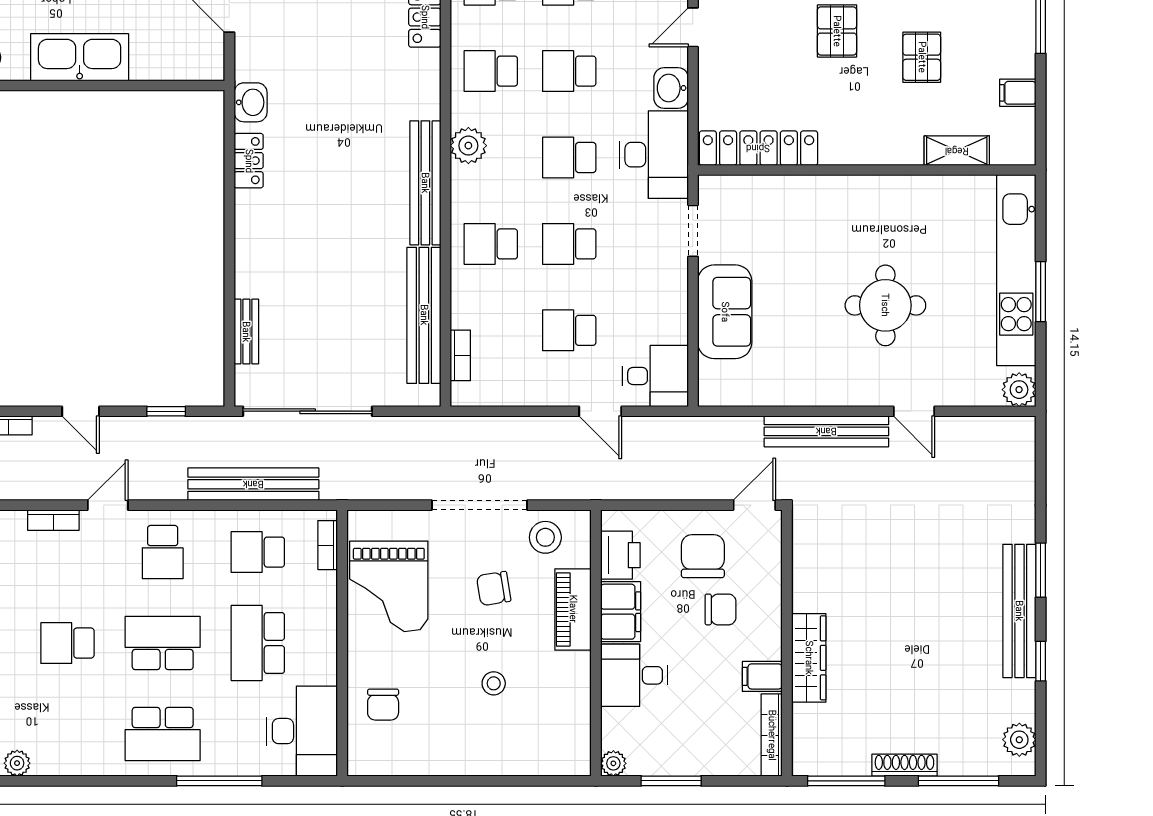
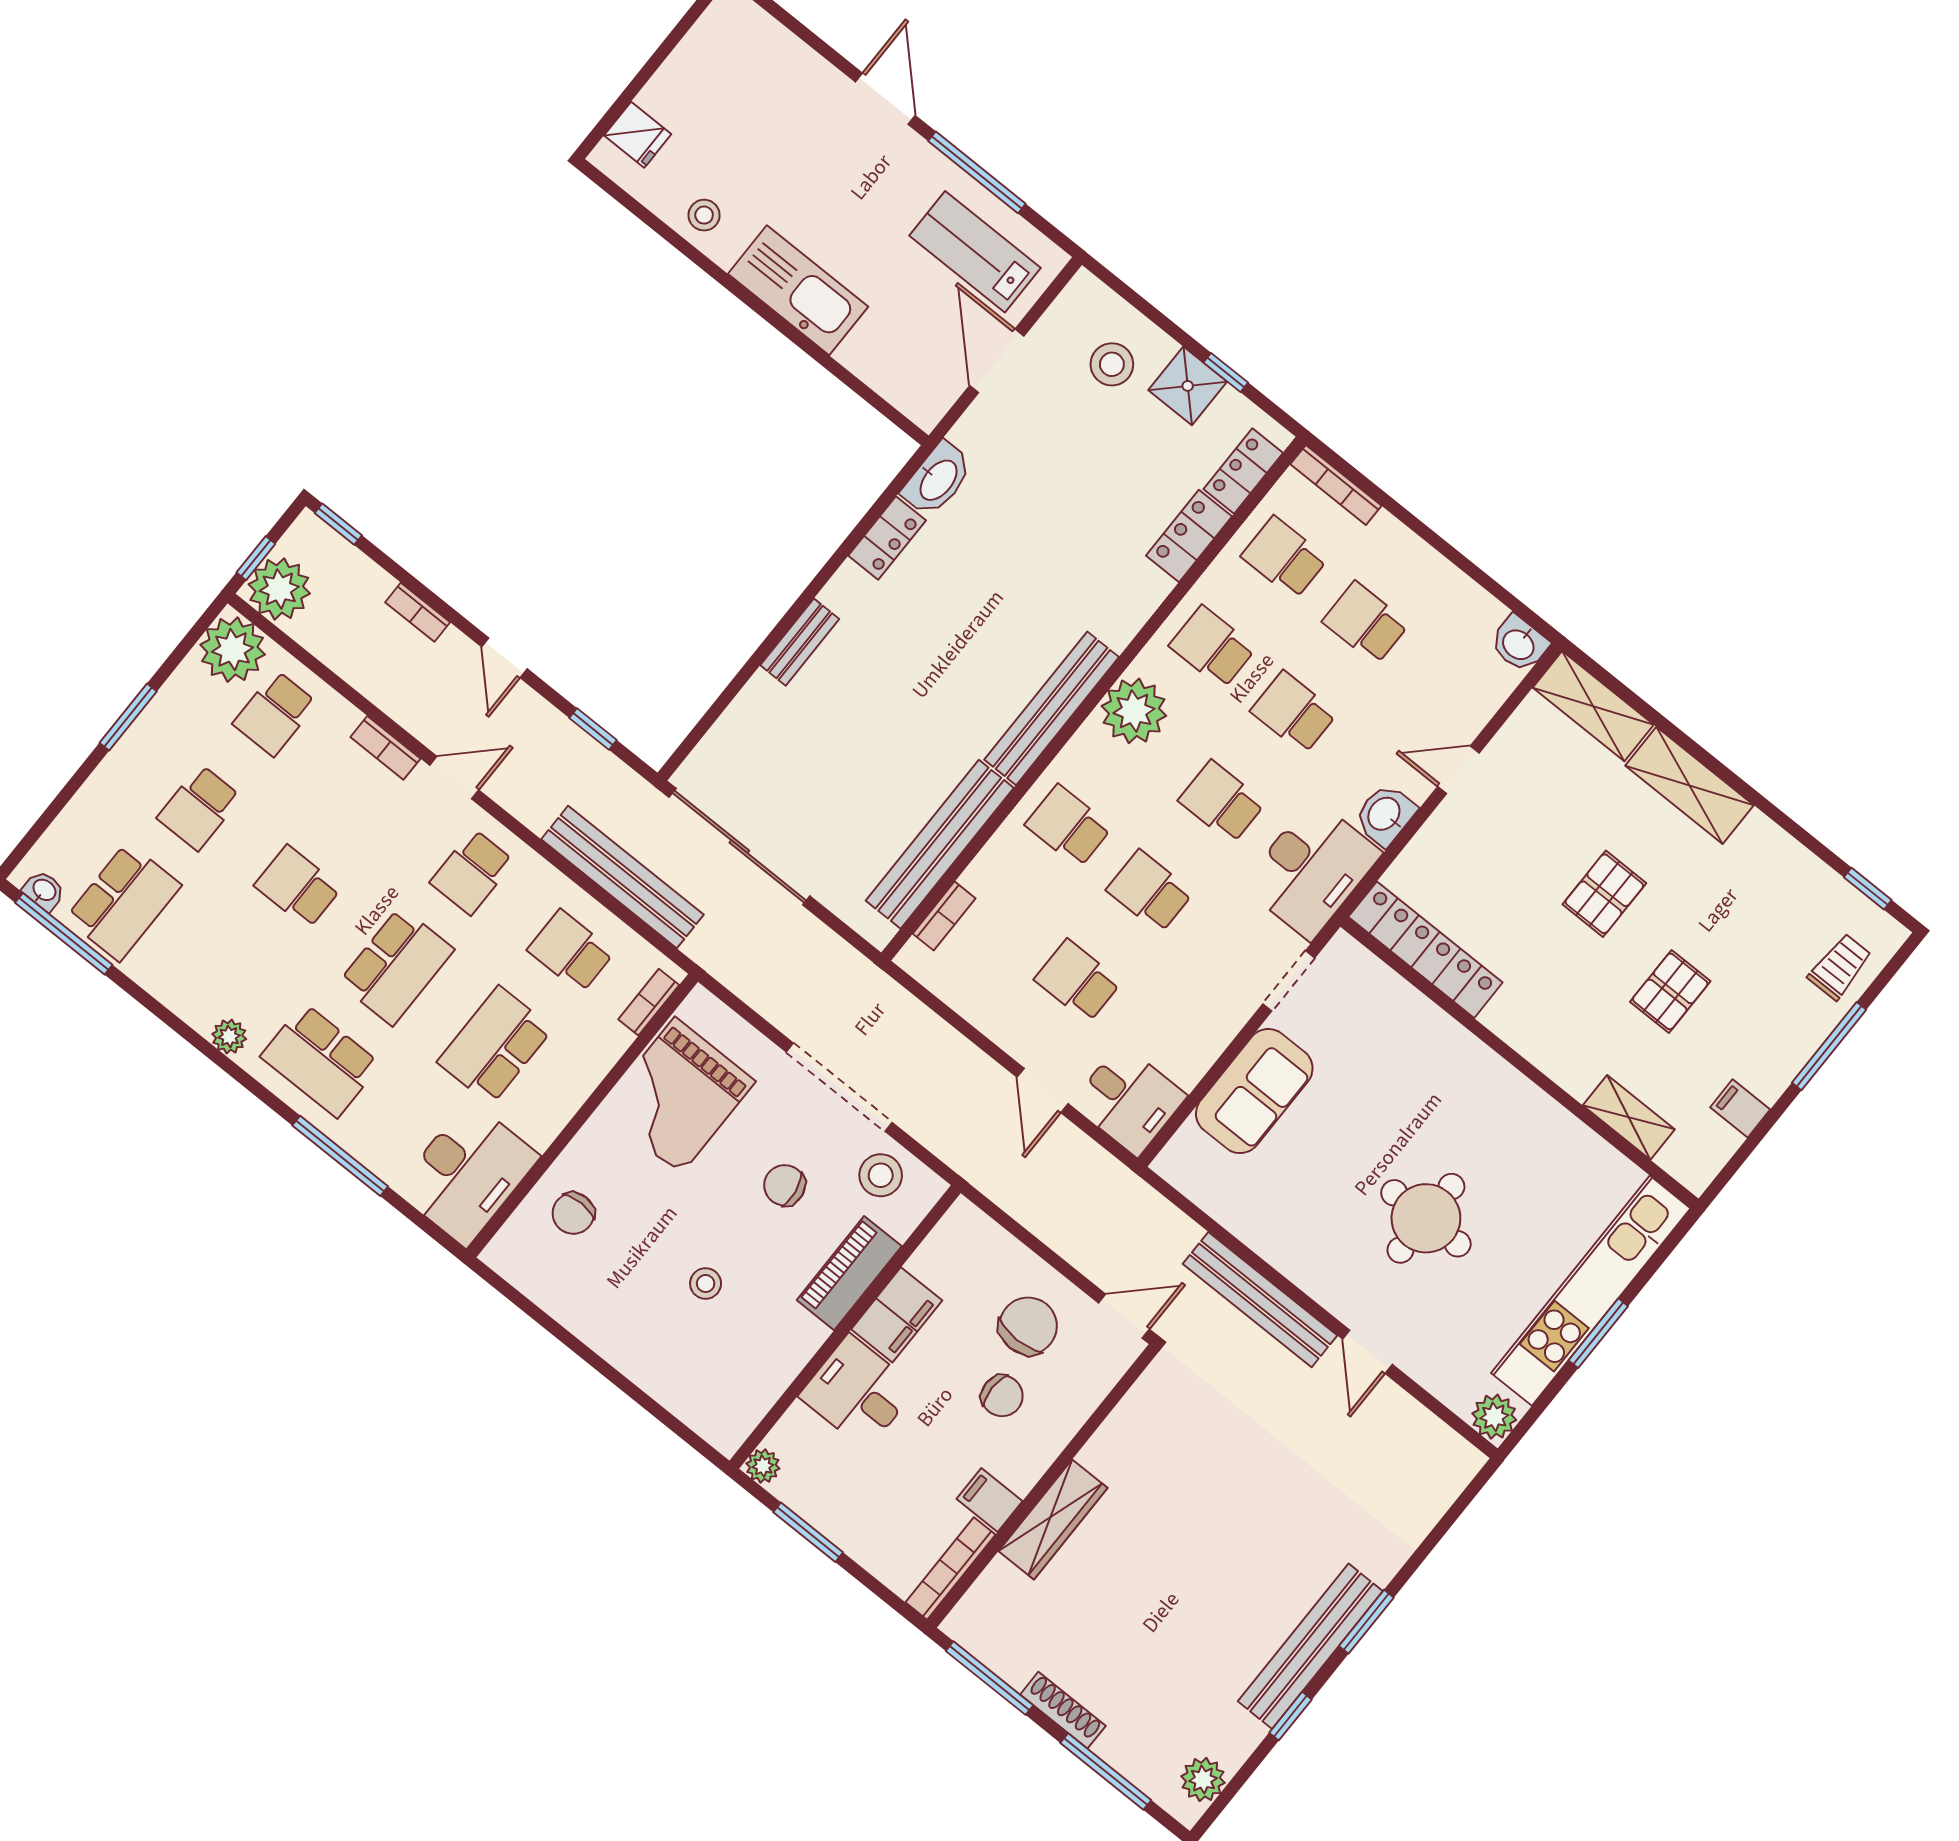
washbasin: (251, 102) -> (938, 479), width x1.38
plant: (468, 146) -> (1134, 711), width x1.36, depth x1.36
bench: (246, 332) -> (800, 642), moved
printer: (620, 555) -> (943, 1256), removed
school desk: (163, 643) -> (396, 966), turned 90
plant: (17, 763) -> (229, 1037), moved

